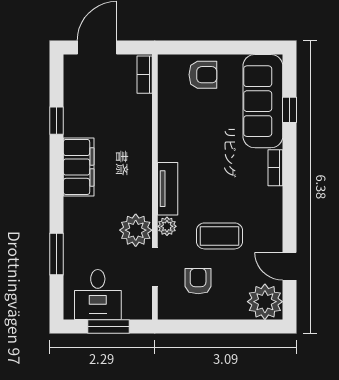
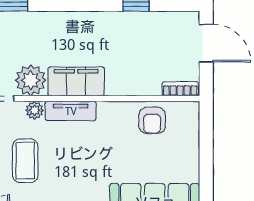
armchair: (203, 75) -> (152, 120), moved
filing cabinet: (79, 167) -> (76, 81), moved, turned 180

